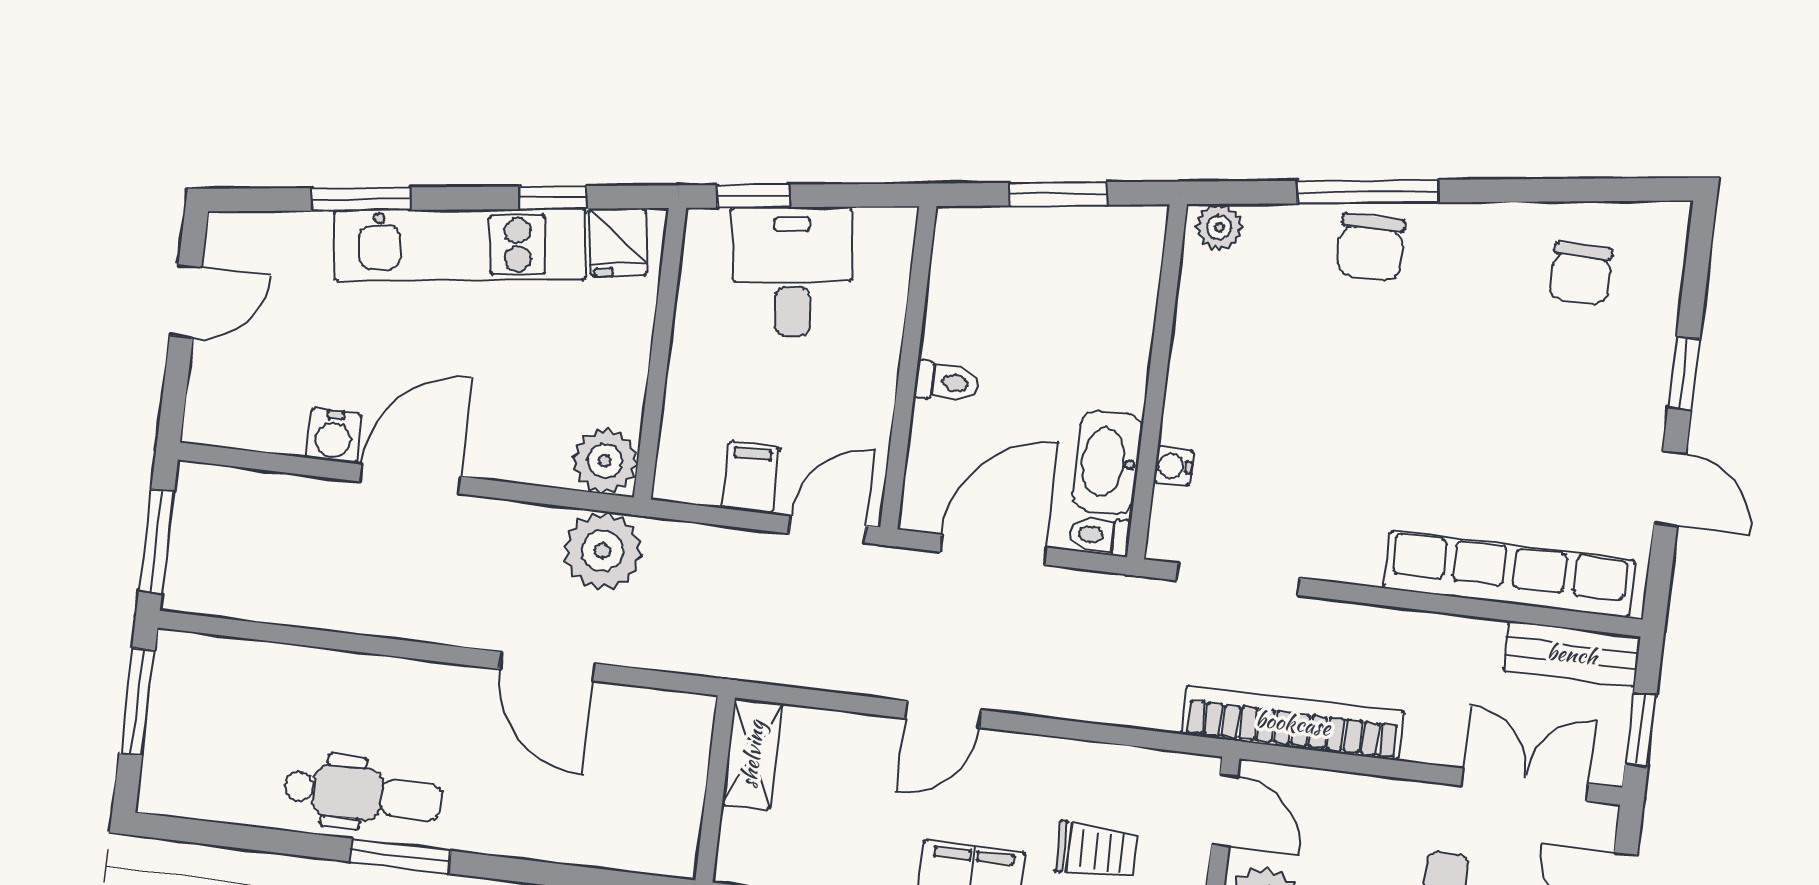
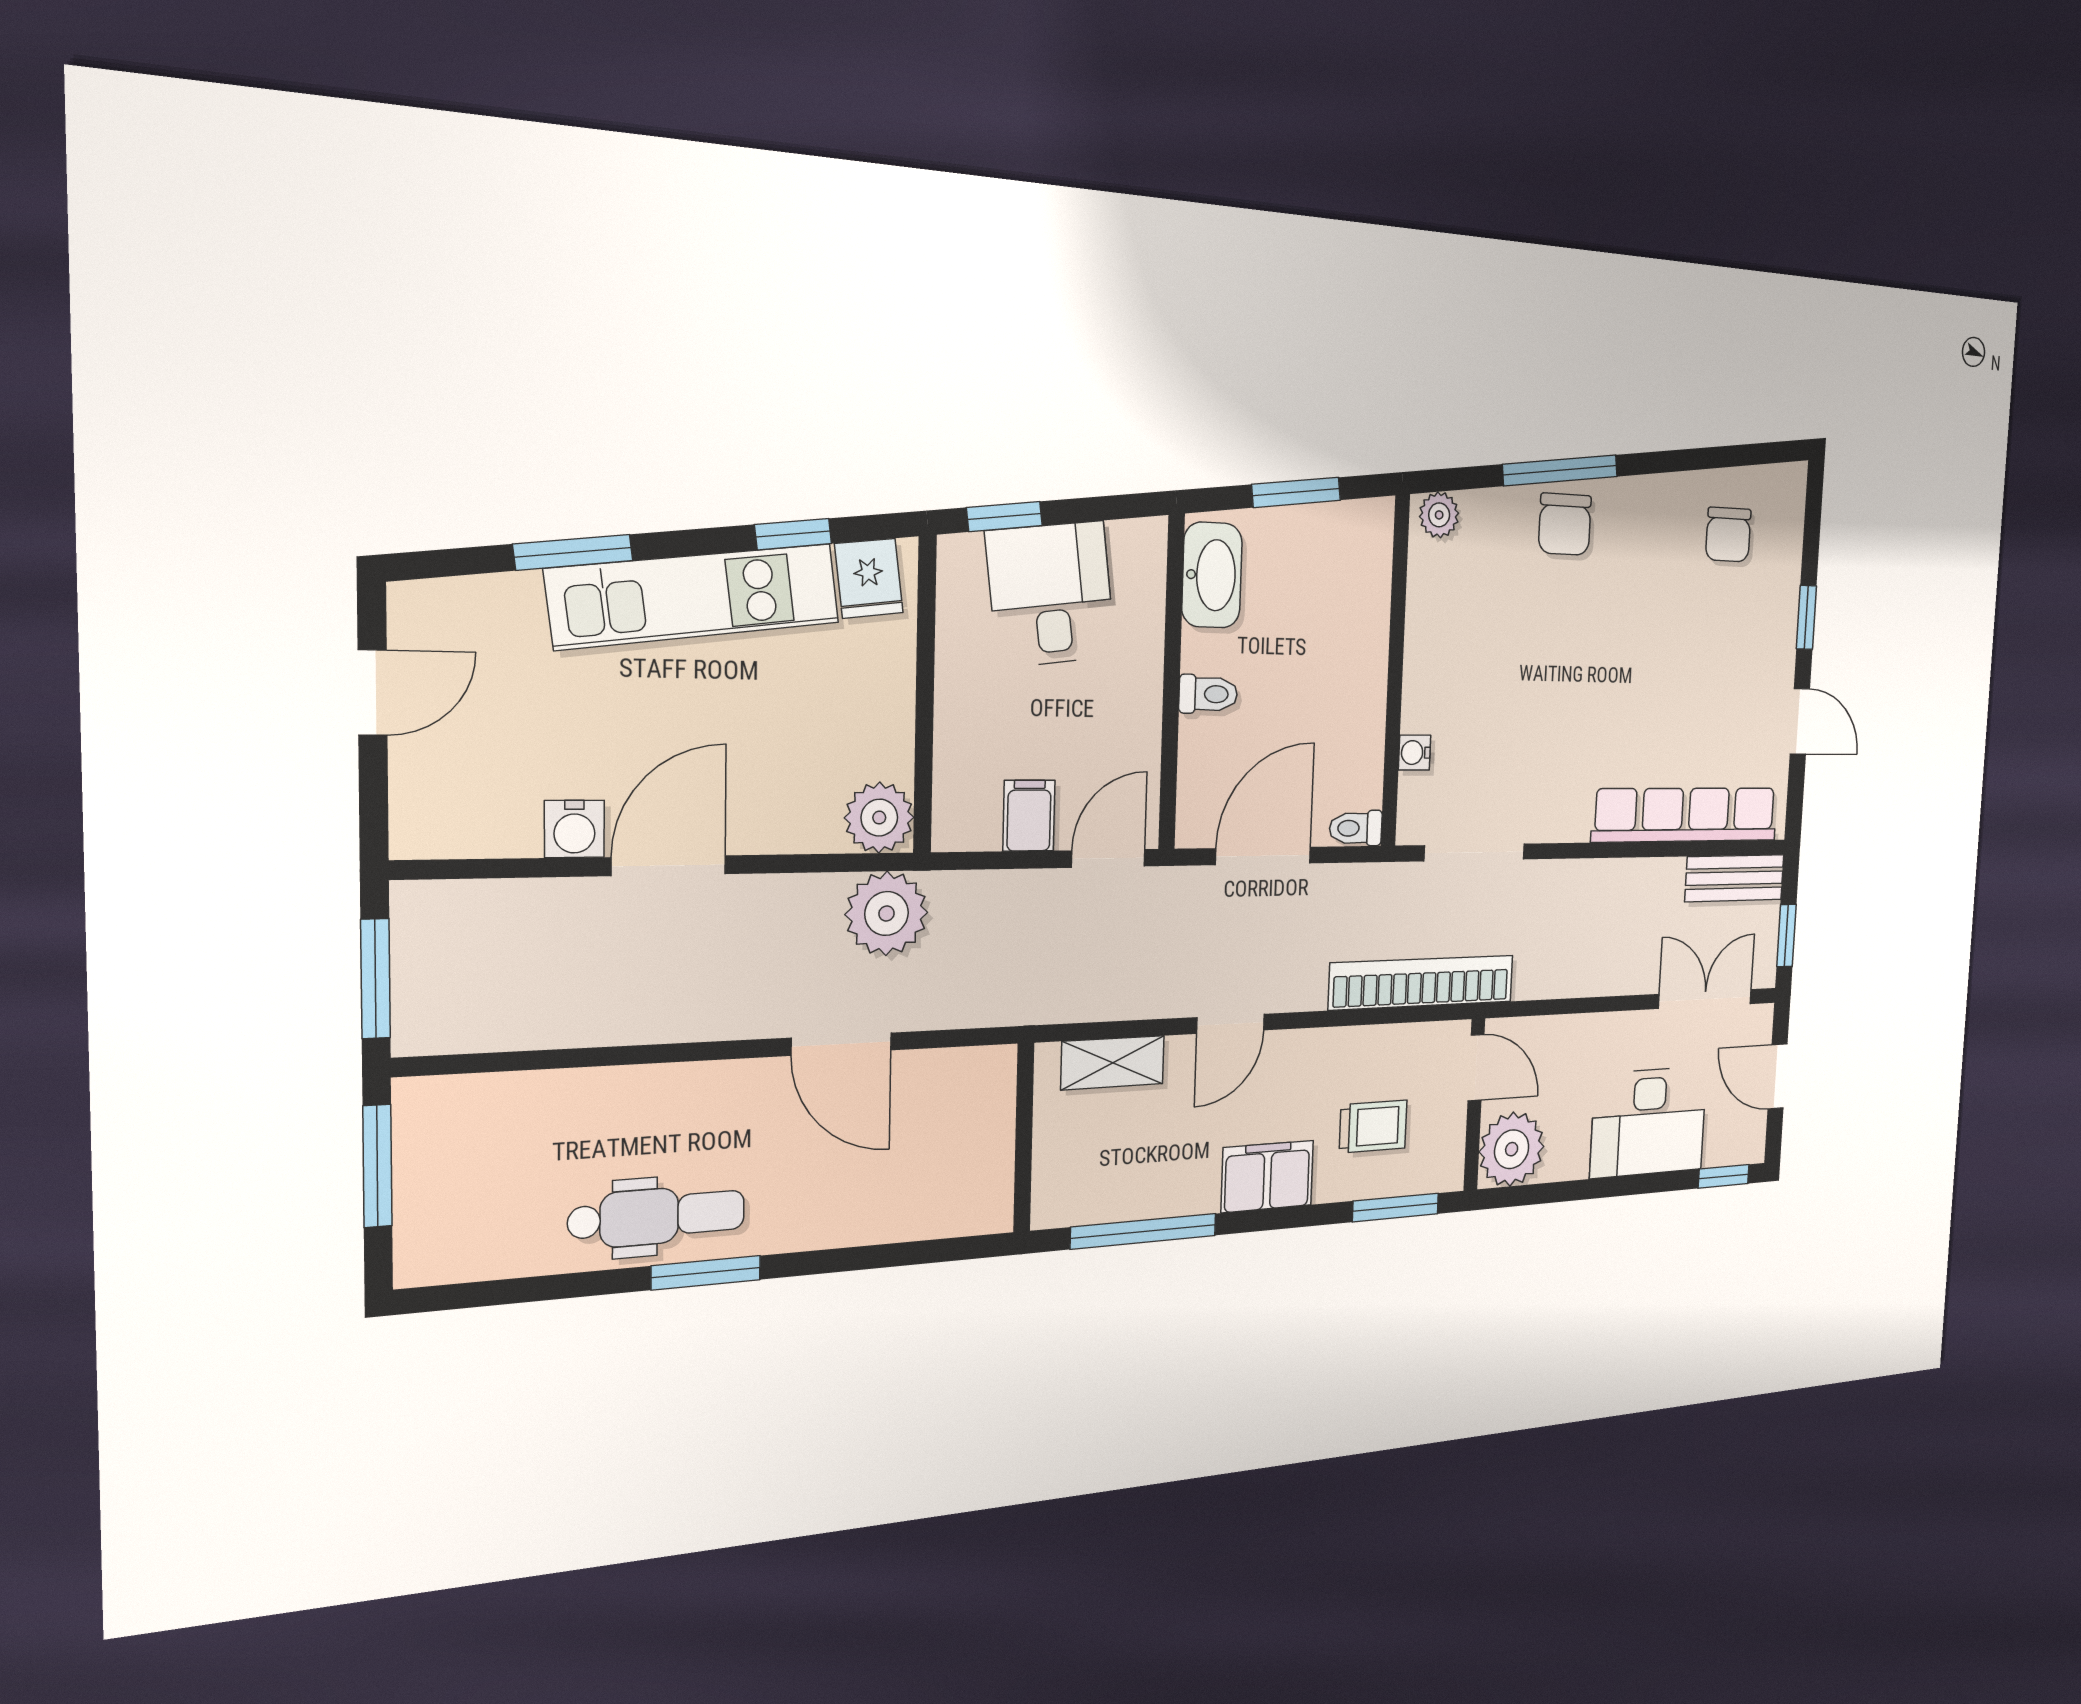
washbasin: (1107, 462) -> (1212, 575), moved, turned 180
bookcase: (1293, 723) -> (1422, 982), moved
shelving: (752, 754) -> (1113, 1063), moved, turned 90

